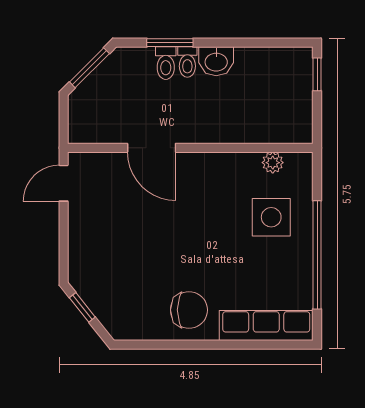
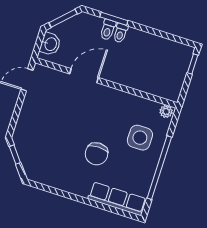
washbasin: (216, 61) -> (50, 44), moved, turned -90
door: (152, 148) -> (84, 76), swing flipped
plant: (273, 163) -> (166, 111), moved
chair: (189, 310) -> (97, 154), moved, turned 90

